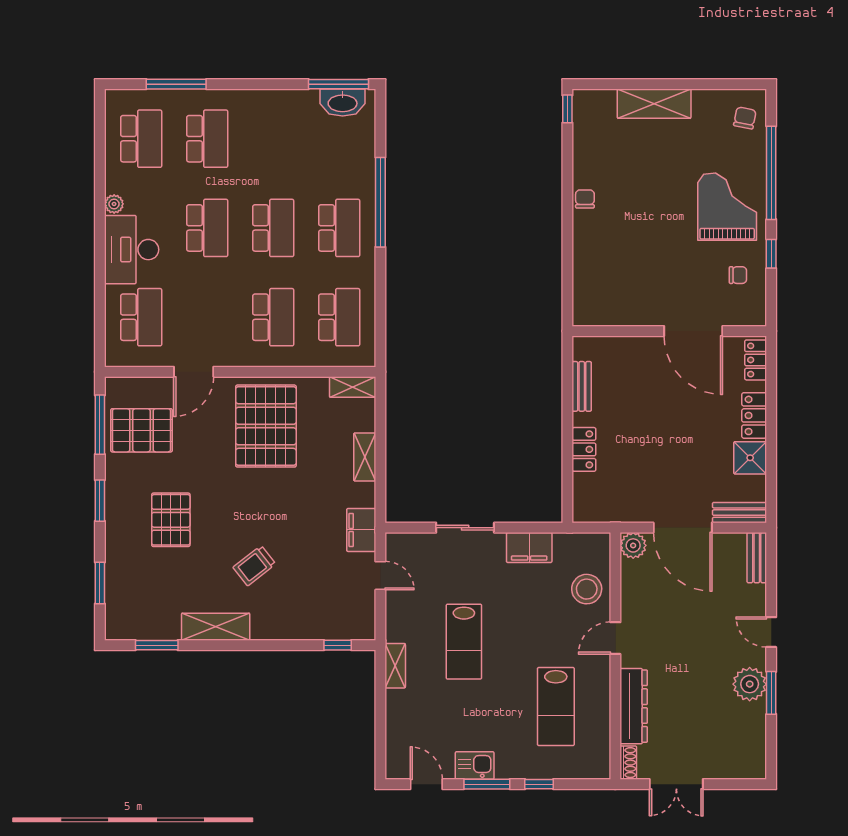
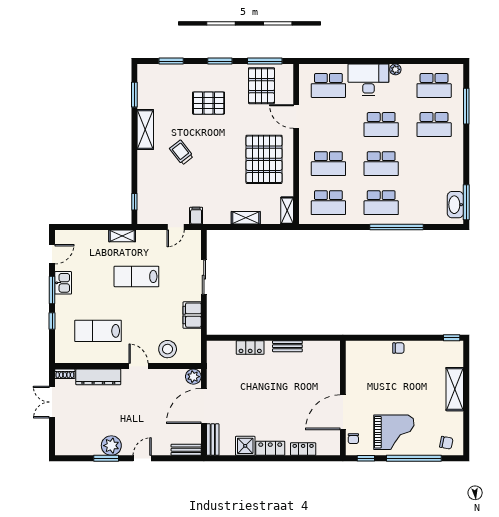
wall: (669, 331) -> (343, 398), moved
door: (693, 331) -> (343, 412), moved
pallet: (266, 426) -> (264, 159), turned 90
filing cabinet: (361, 530) -> (196, 216), width x0.50

